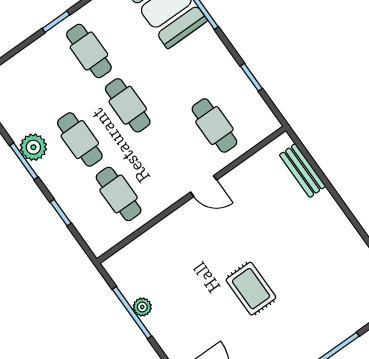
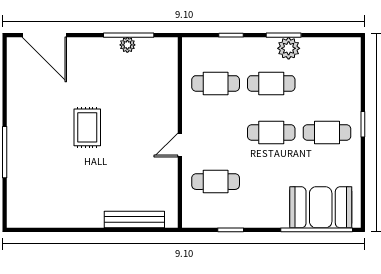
bench: (303, 171) -> (134, 220), width x1.36
rug: (251, 289) -> (87, 127), turned 90

